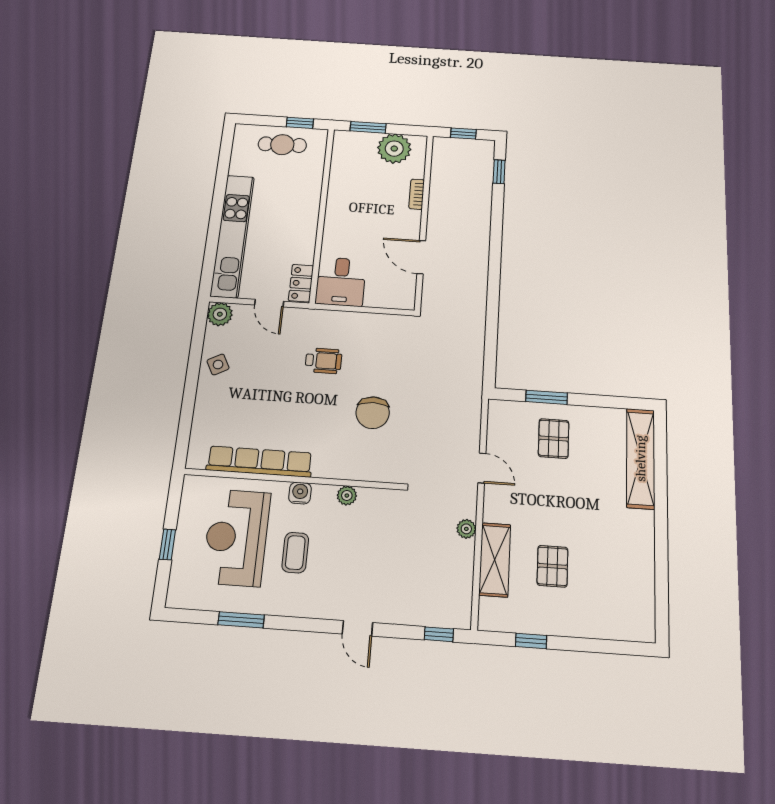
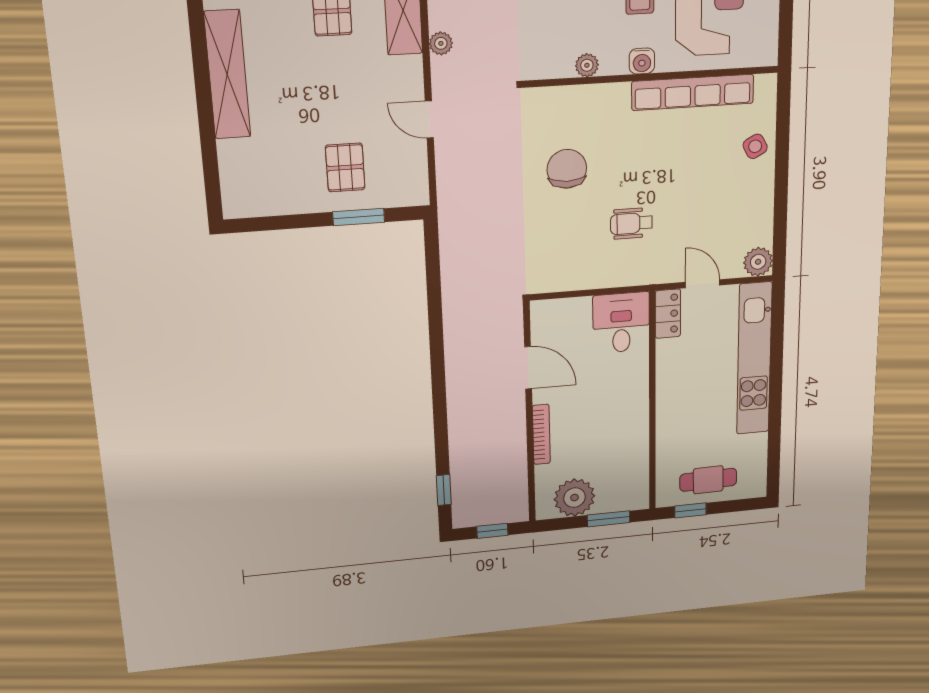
bookcase: (417, 194) -> (541, 434), width x1.56
side table: (218, 364) -> (755, 146), moved
shelving: (641, 458) -> (227, 75), moved

